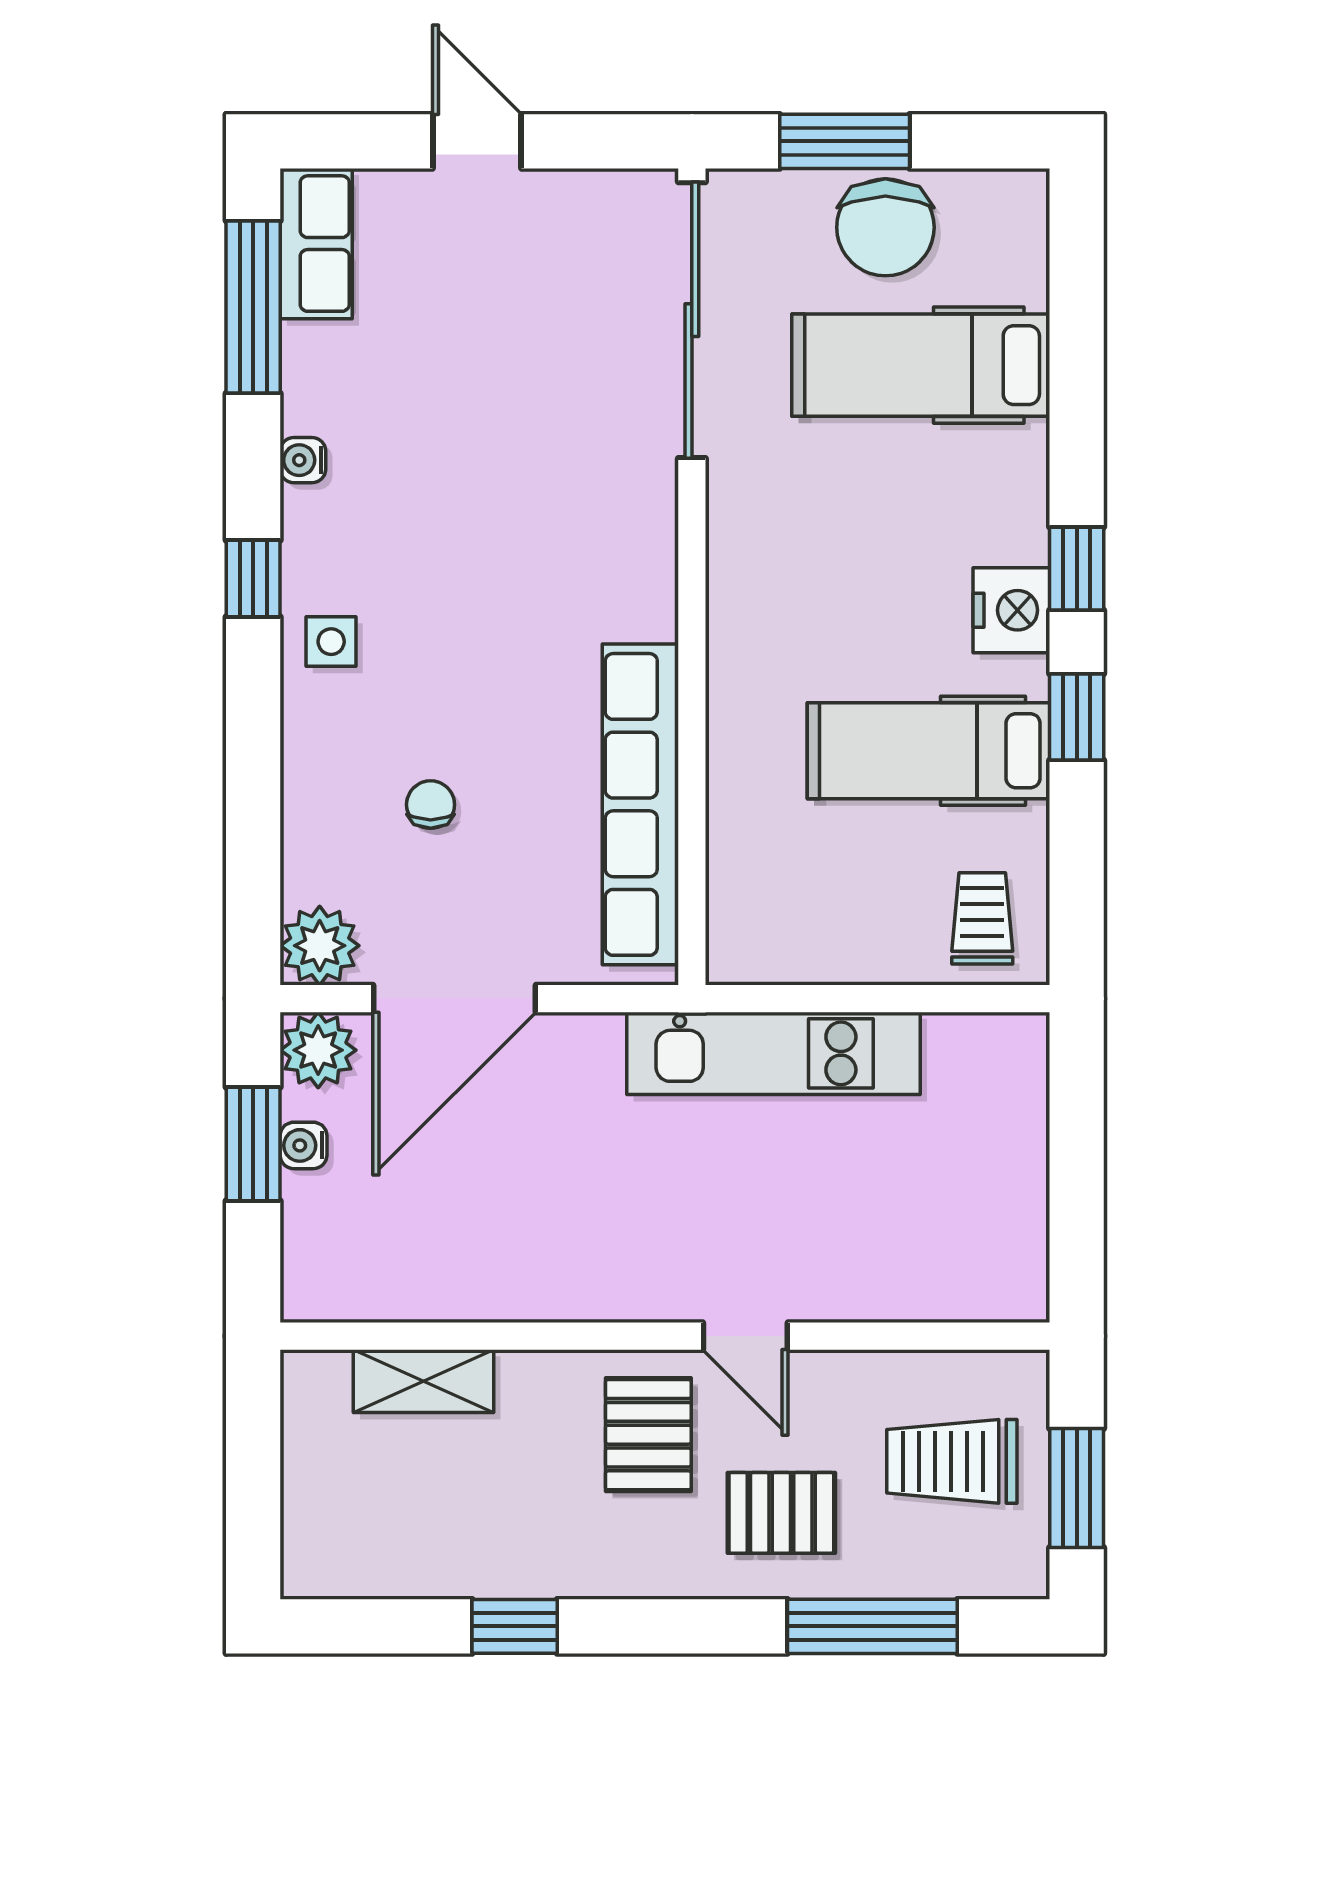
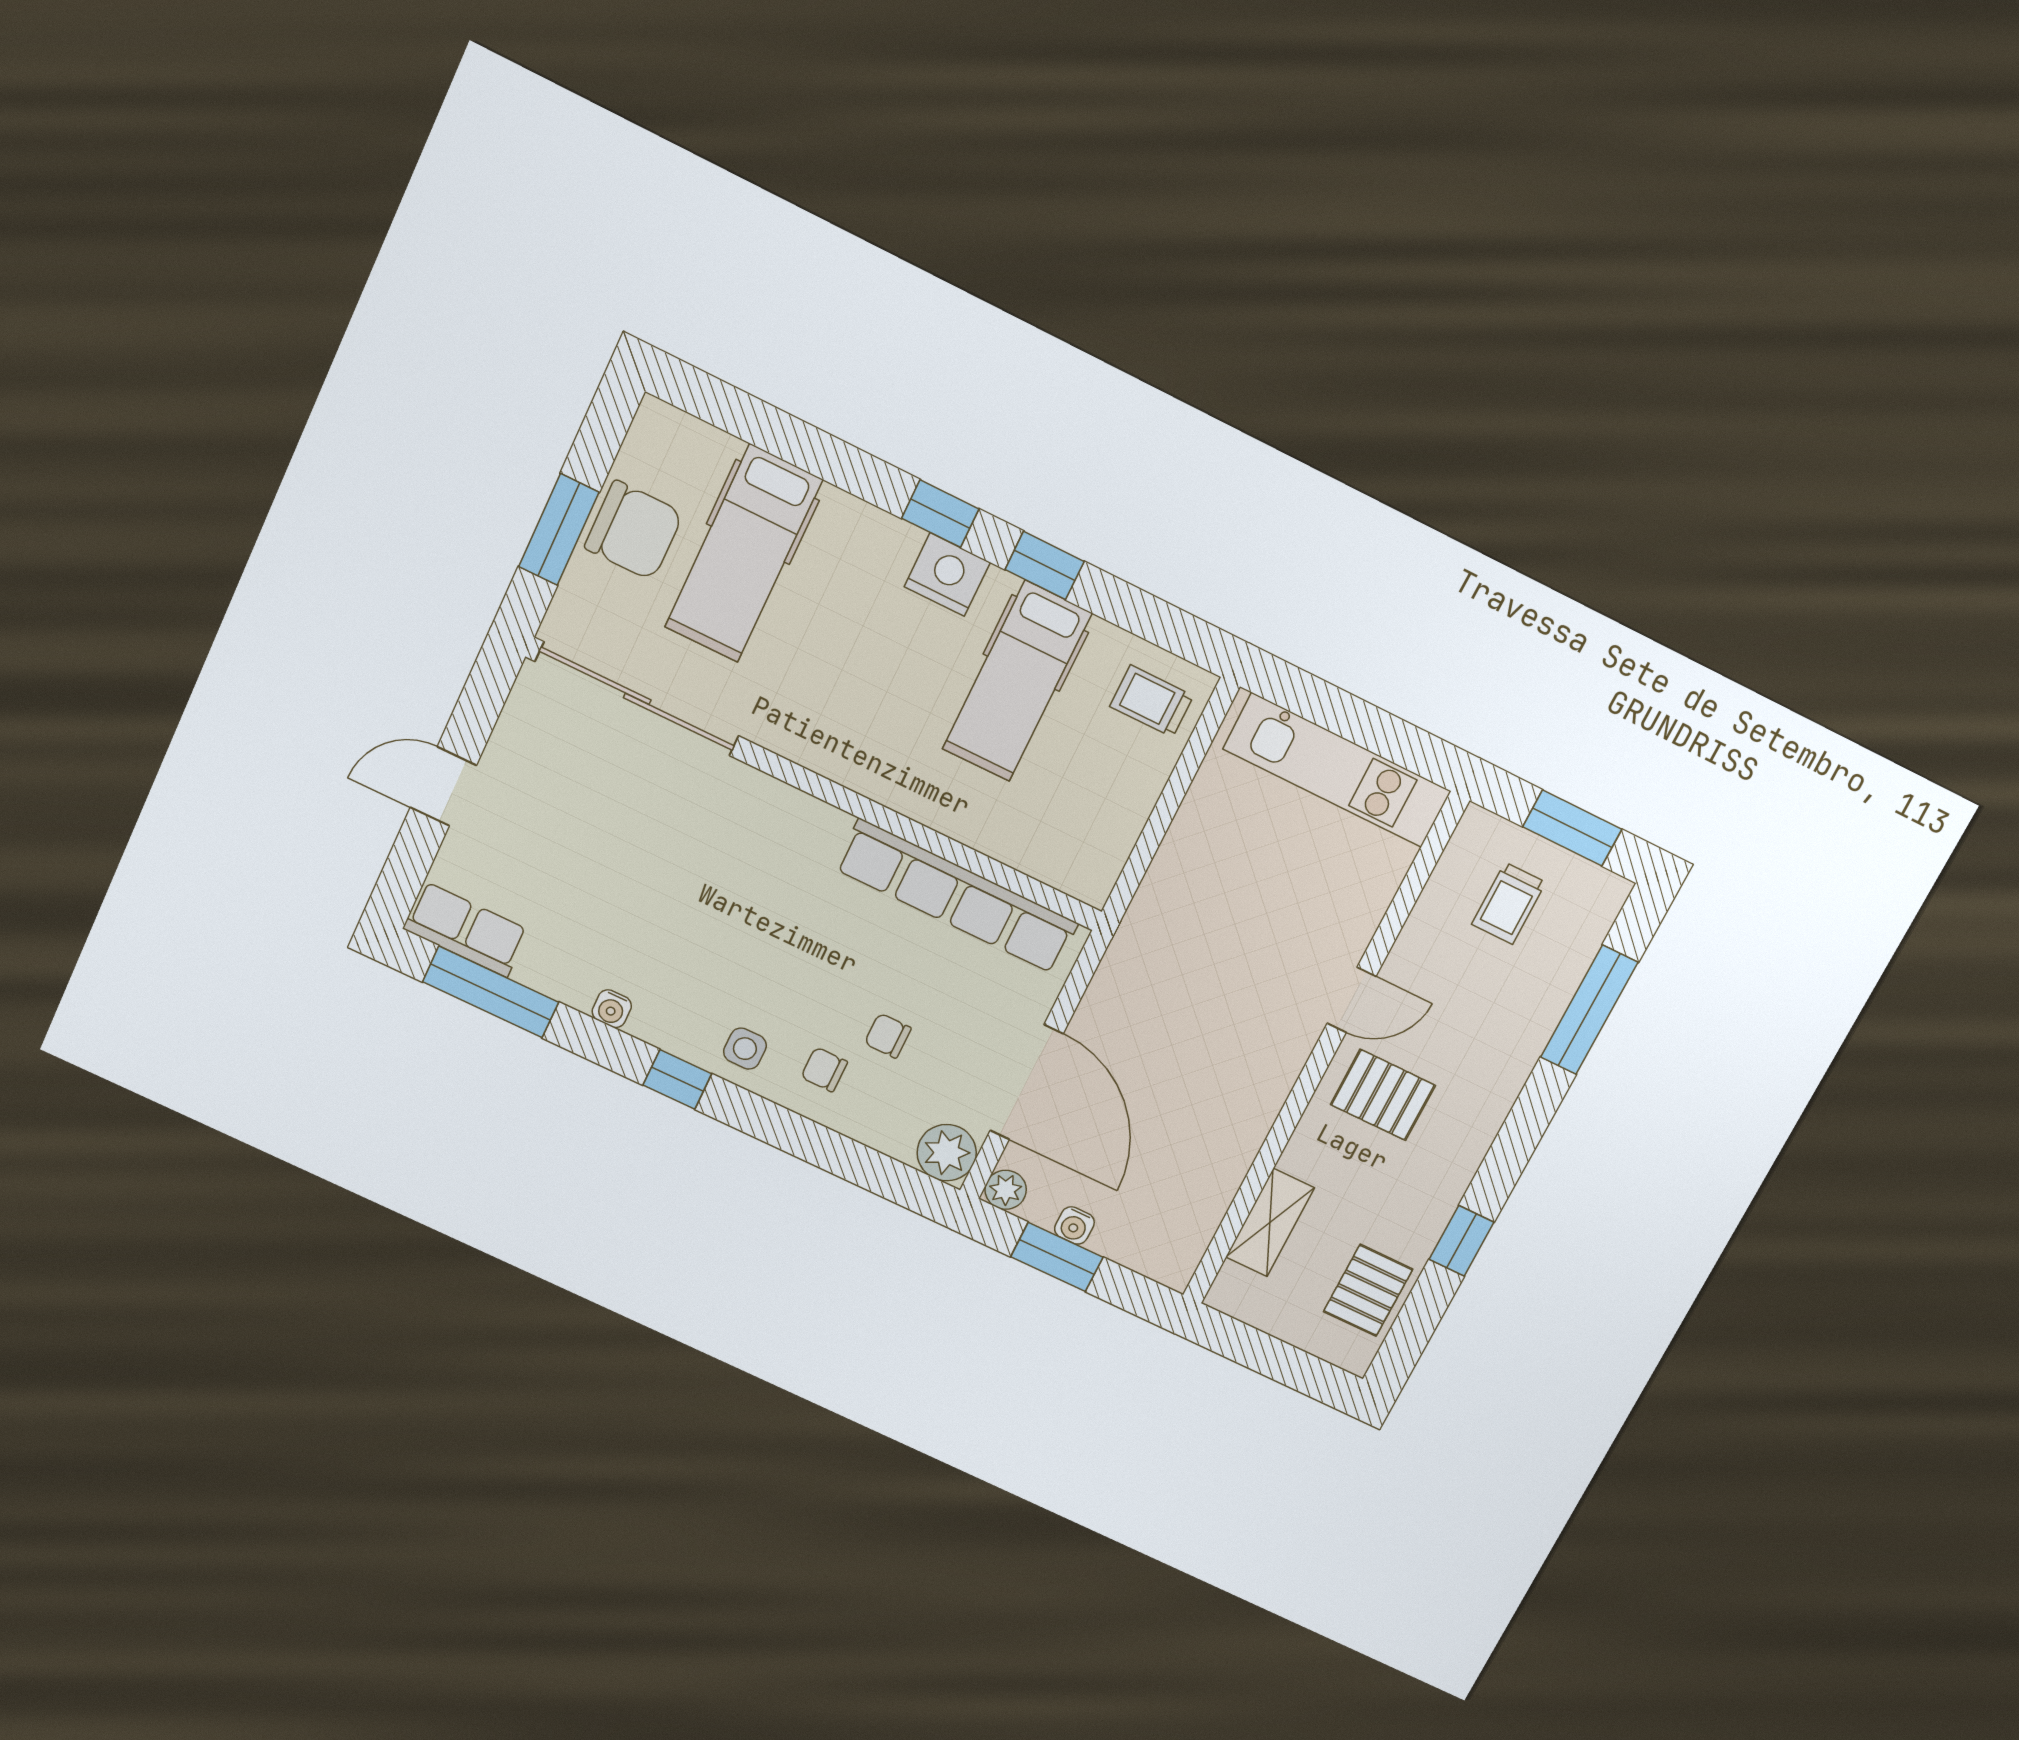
chair: (351, 748) -> (824, 1069), added
plant: (318, 1050) -> (1006, 1190), width x0.73, depth x0.73
kitchen unit: (773, 1053) -> (1337, 770), moved, turned 90
trolley: (952, 1461) -> (1509, 903), width x0.73, depth x0.72
pallet: (781, 1513) -> (1368, 1290), moved

